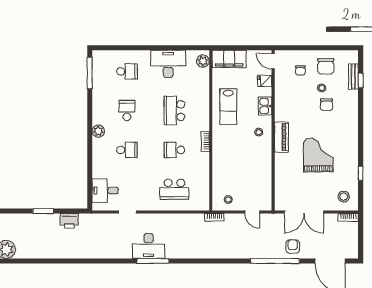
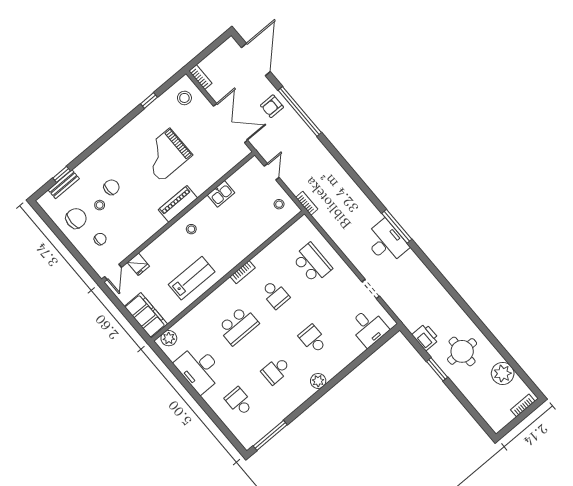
kitchen sink: (265, 106) -> (221, 194), moved
round table: (41, 236) -> (462, 351), added

